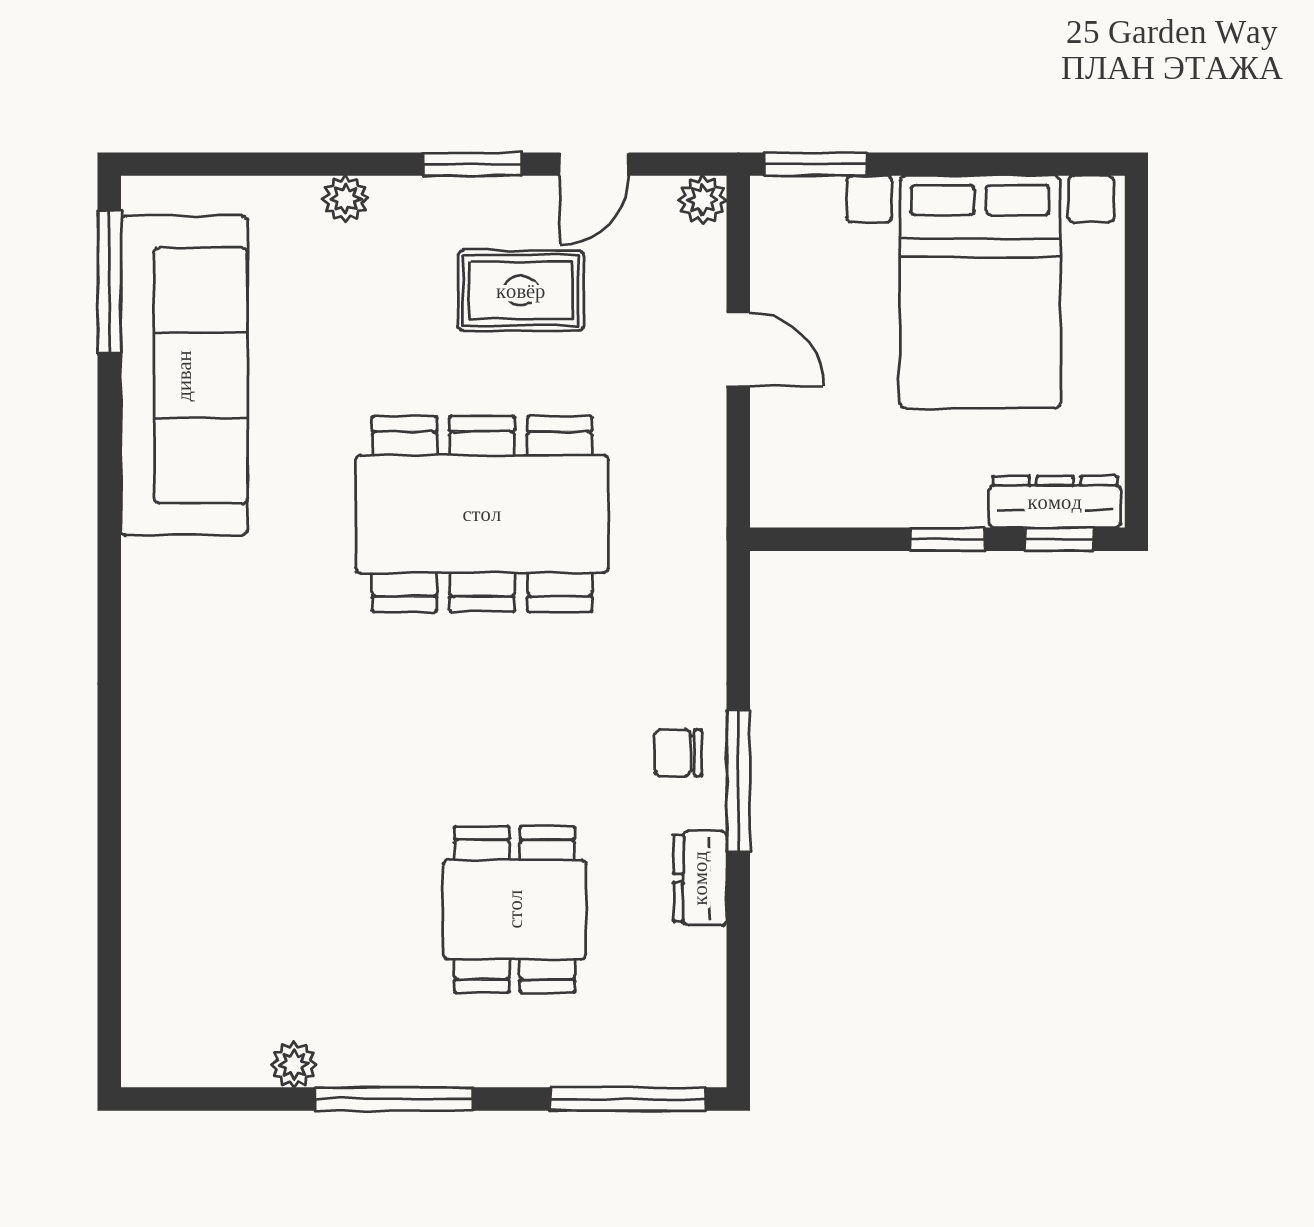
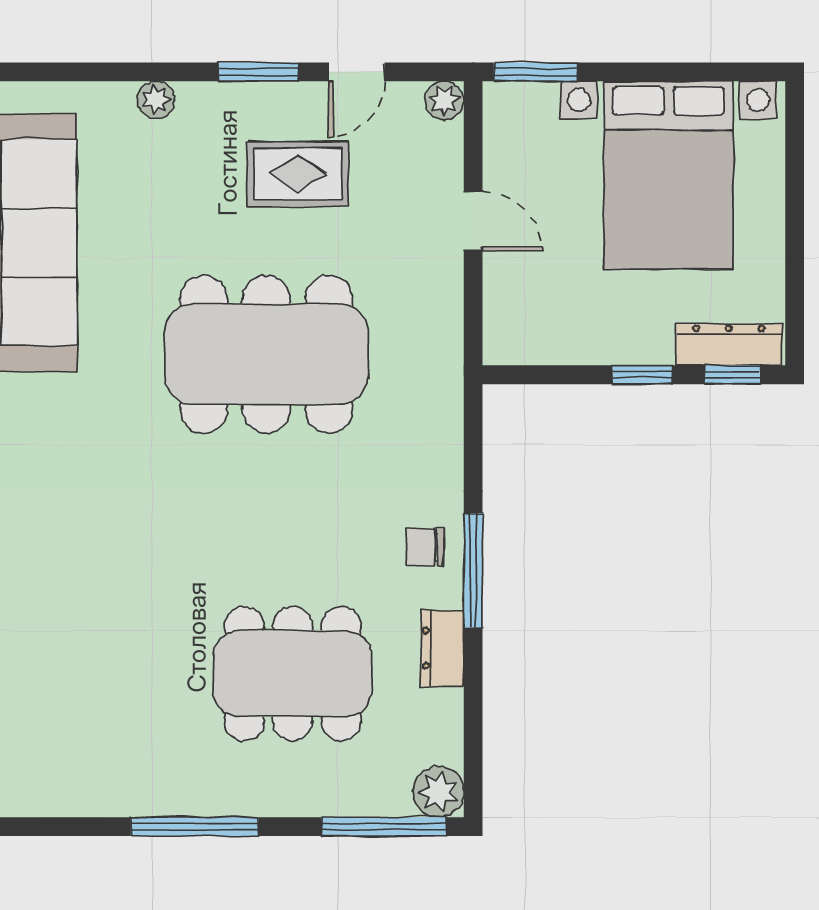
dining table: (515, 909) -> (293, 674), width x1.37
plant: (294, 1065) -> (438, 792), moved, width x1.38, depth x1.38

